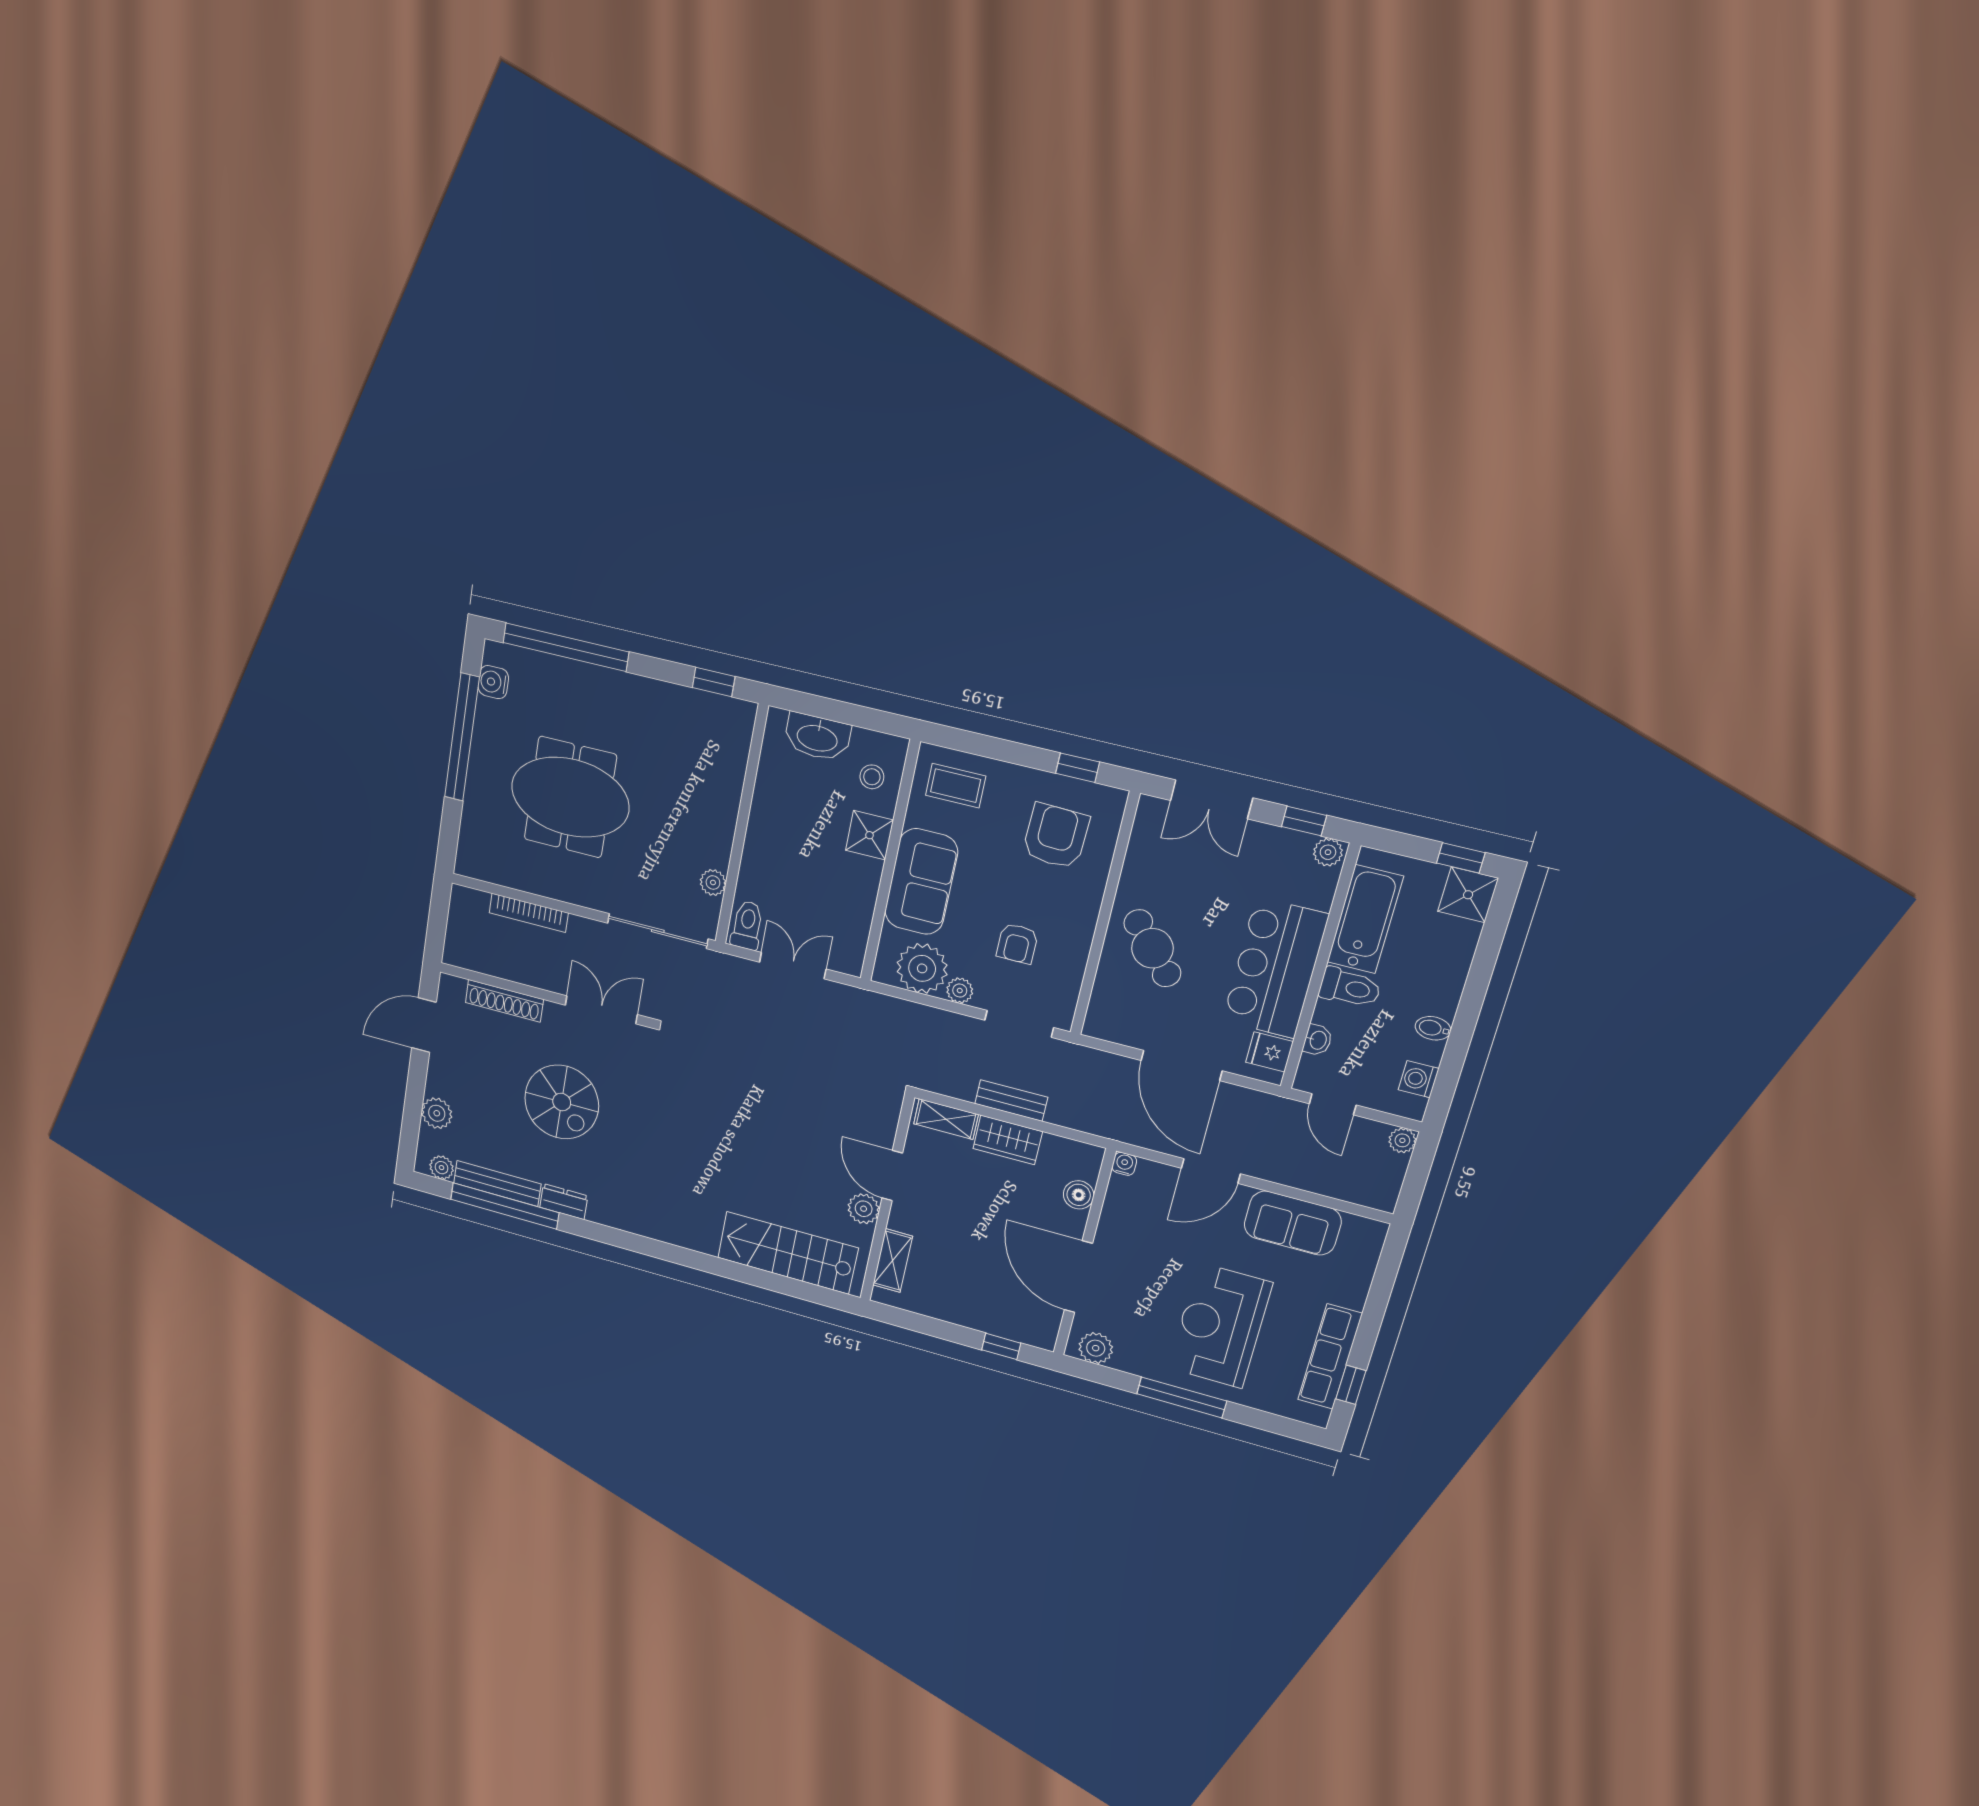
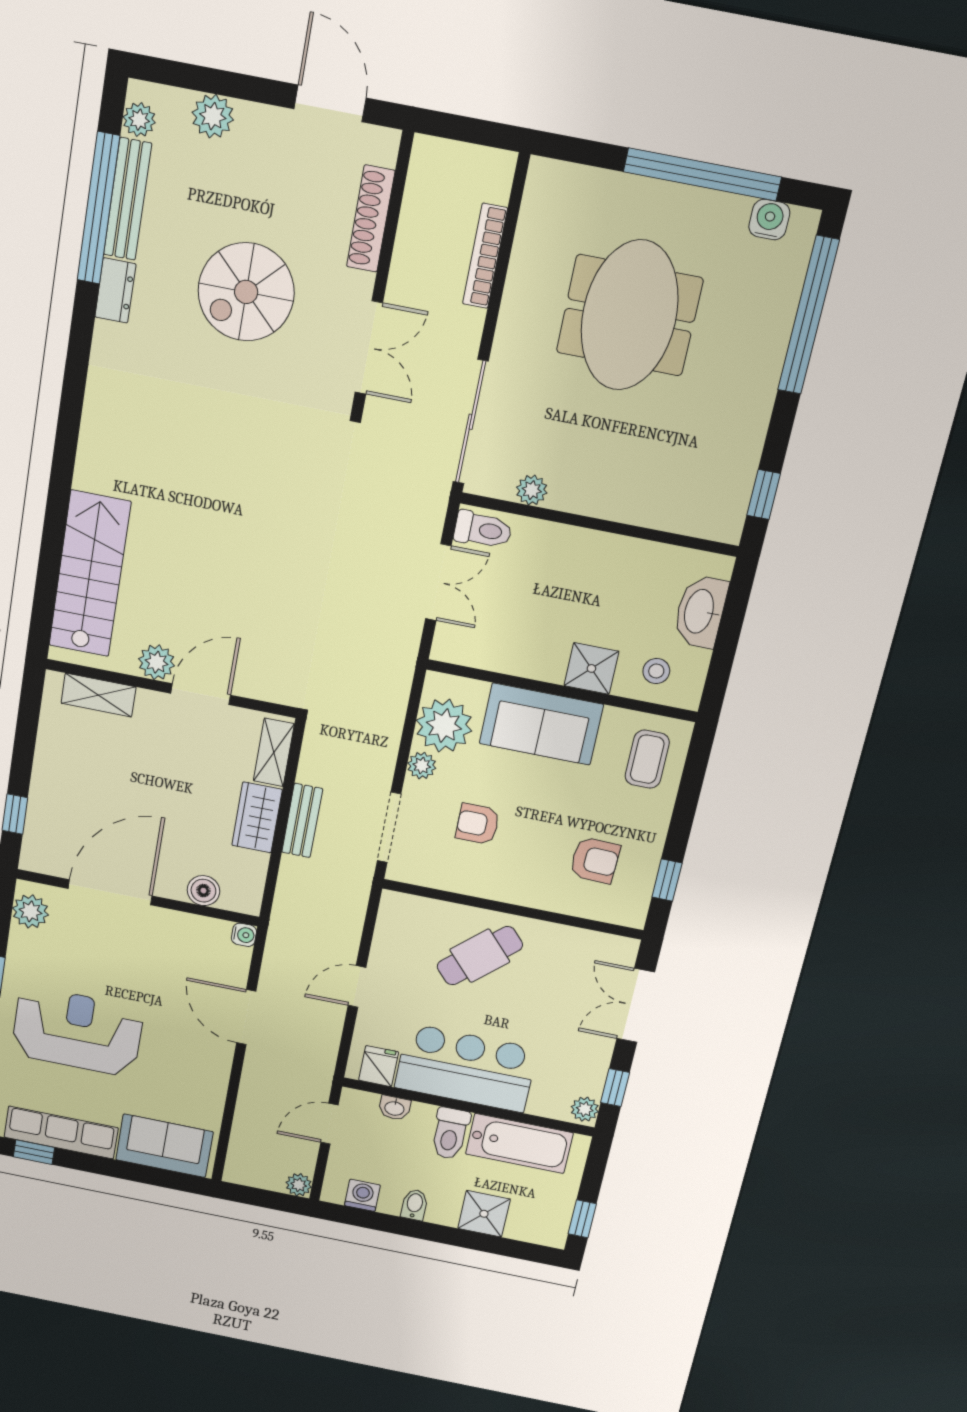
armchair: (1056, 836) -> (595, 860), width x0.72, depth x0.72
shower: (1468, 895) -> (484, 1214), moved
door: (1182, 1066) -> (357, 986), width x0.53
sofa: (1293, 1223) -> (164, 1146), moved, turned 90

